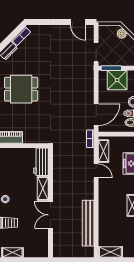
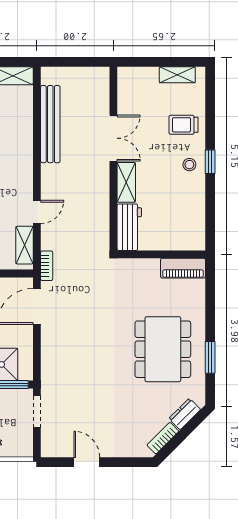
door: (78, 22) -> (87, 462), moved
dining table: (21, 89) -> (163, 349), width x1.38
door: (96, 171) -> (37, 212), swing flipped

